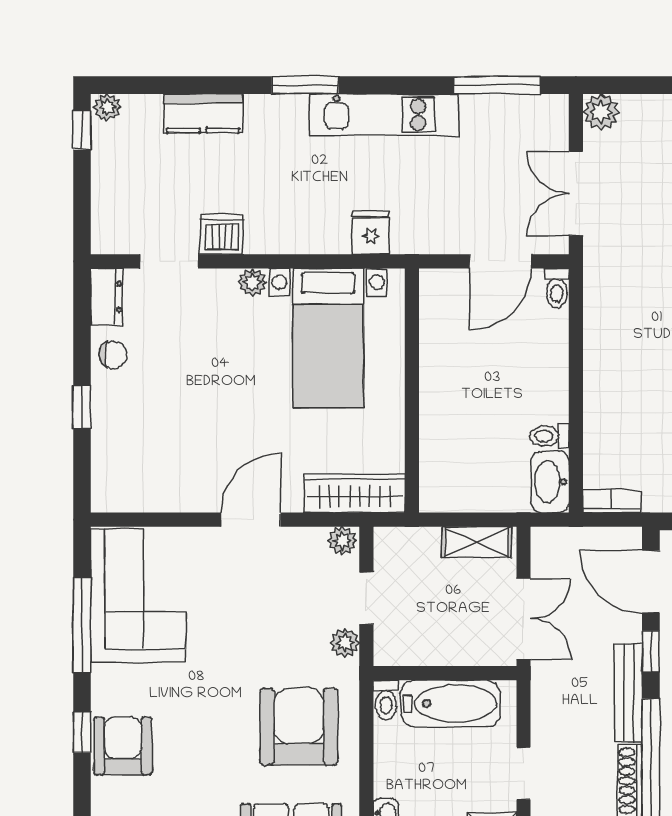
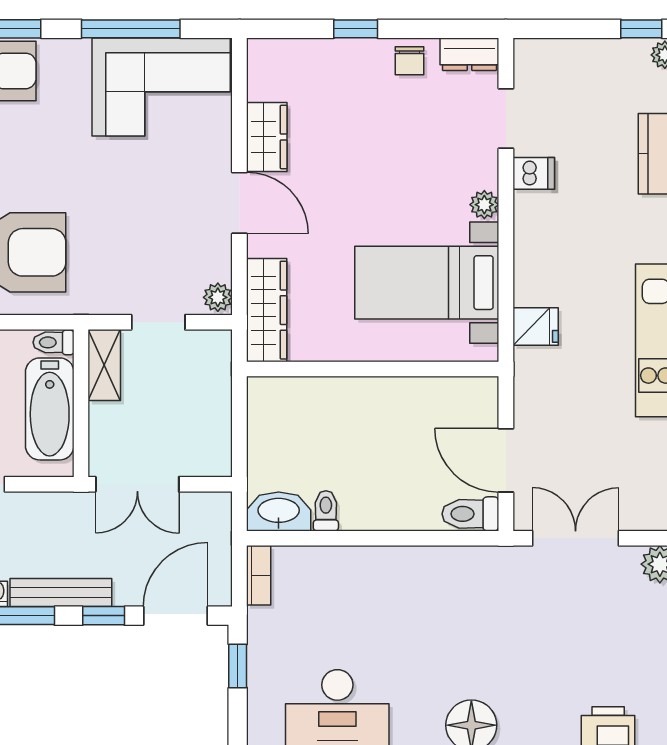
dishwasher: (222, 234) -> (534, 173), width x0.73
toilet: (557, 288) -> (470, 514), width x1.37, depth x1.39
wardrobe: (187, 493) -> (267, 137), added
shelving: (477, 542) -> (104, 365), moved
plant: (345, 643) -> (112, 300), removed

